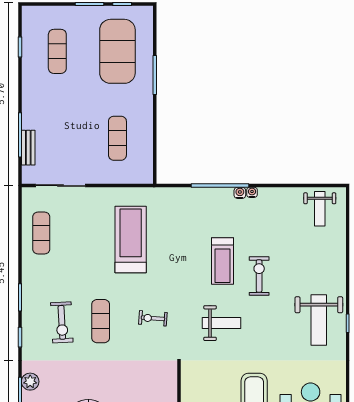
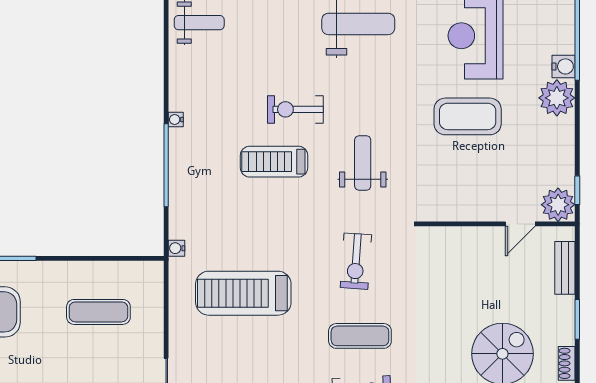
water cooler: (240, 193) -> (177, 248), moved
treadmill: (223, 261) -> (274, 162), turned 180
exercise bike: (153, 318) -> (356, 261), width x1.38, depth x1.39

